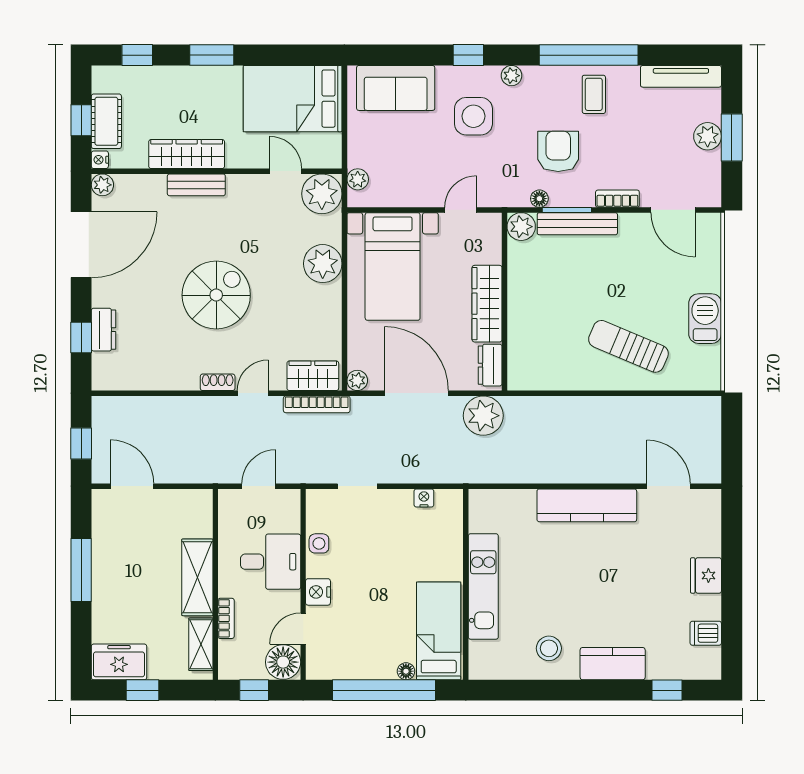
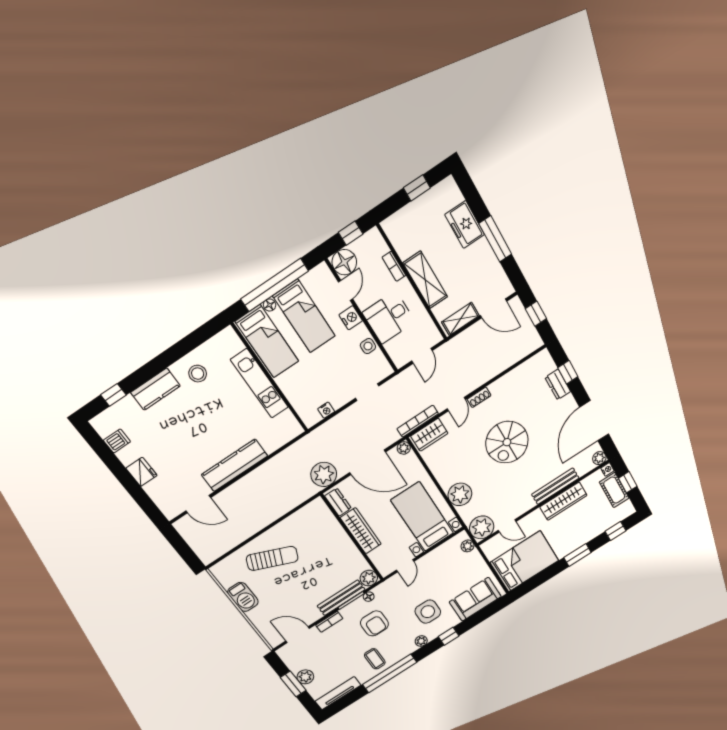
bench: (196, 185) -> (555, 486), width x1.36
bed: (373, 631) -> (304, 316), added
shelving: (201, 644) -> (460, 319), moved, turned 90
freezer: (119, 662) -> (465, 225), moved, turned 90

